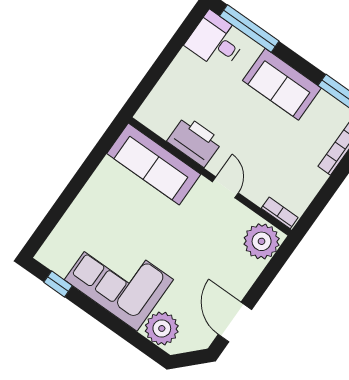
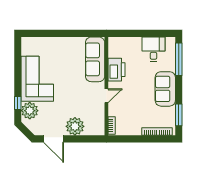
desk: (216, 41) -> (153, 49), moved
plant: (262, 241) -> (75, 126), moved
window: (58, 284) -> (18, 103), moved
door: (235, 322) -> (54, 139), swing flipped

